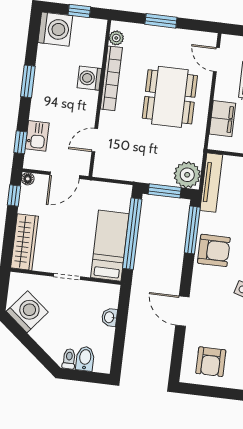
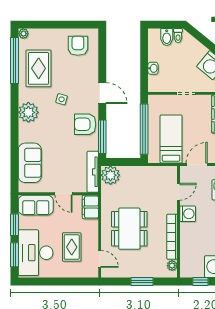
washing machine: (89, 78) -> (188, 214), moved
filing cabinet: (222, 119) -> (90, 207), moved
window: (165, 191) -> (125, 162), removed
bed: (110, 246) -> (171, 139), moved, turned 180
door: (182, 311) -> (102, 93), moved

